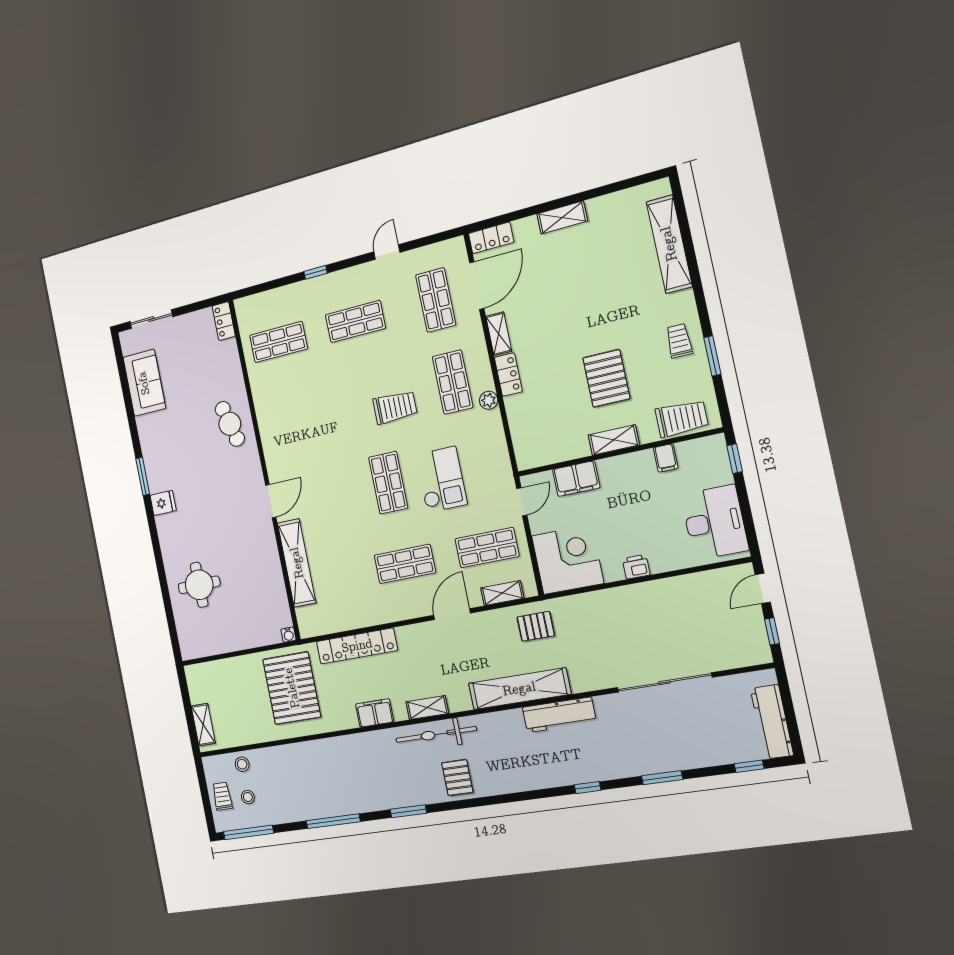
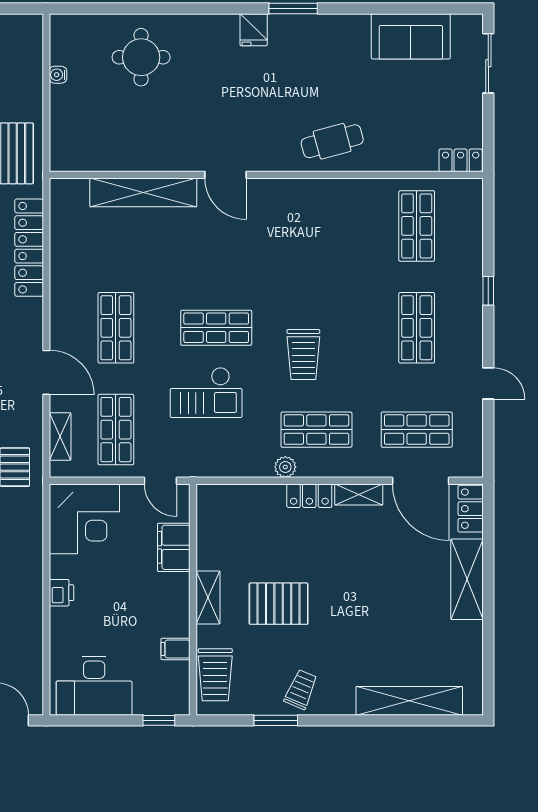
shelving: (562, 217) -> (467, 579), width x1.50, depth x1.33
trolley: (679, 341) -> (301, 689), turned -67
water cooler: (288, 635) -> (58, 75), moved

